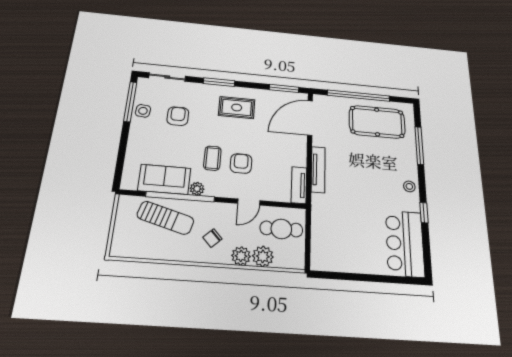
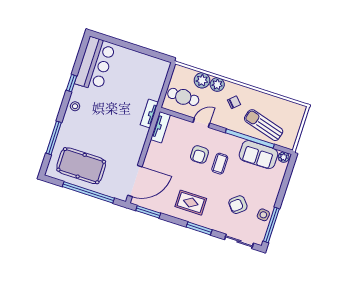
armchair: (178, 116) -> (238, 205), turned 50
tv unit: (318, 170) -> (149, 114), moved, width x0.71
plant: (197, 189) -> (284, 157), moved

